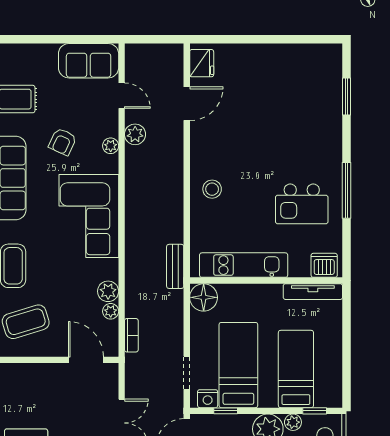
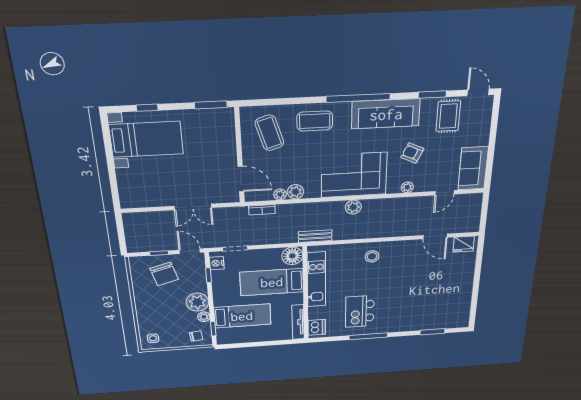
plant: (135, 134) -> (353, 207), moved
door: (86, 360) -> (241, 179), hinge flipped
bed: (238, 365) -> (272, 282), moved, turned 180

